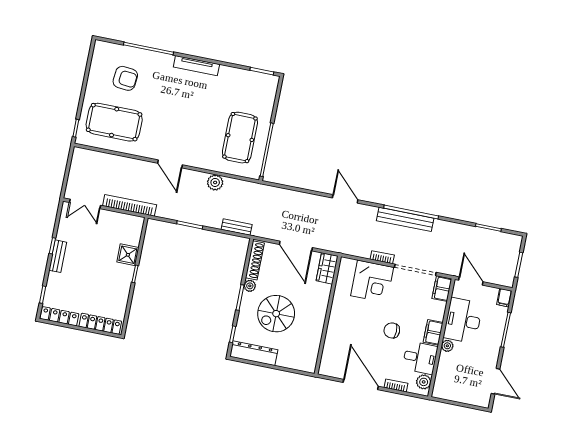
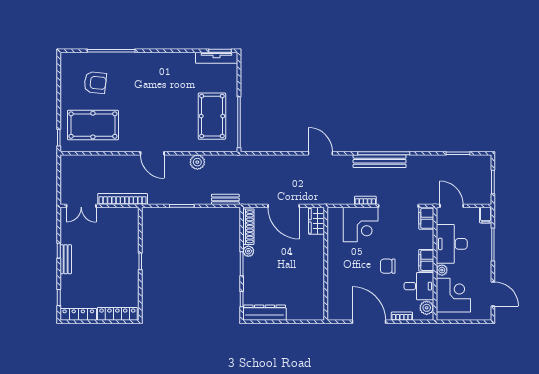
tv unit: (196, 66) -> (217, 58), moved
shower: (128, 255) -> (130, 245), removed
spiral stairs: (276, 314) -> (278, 272), removed
corner desk: (454, 374) -> (453, 295), added

